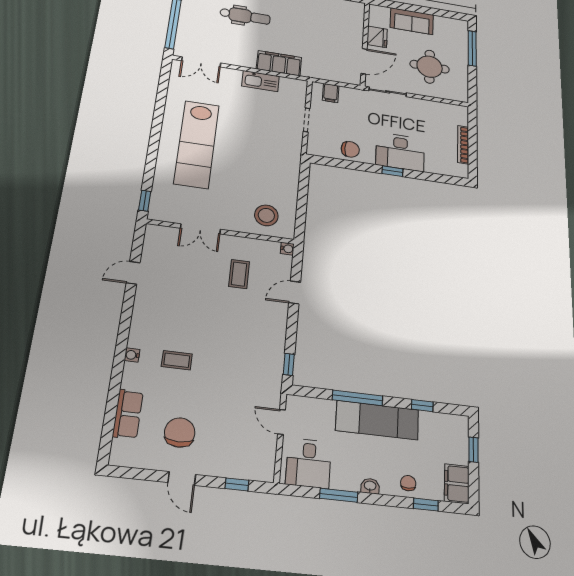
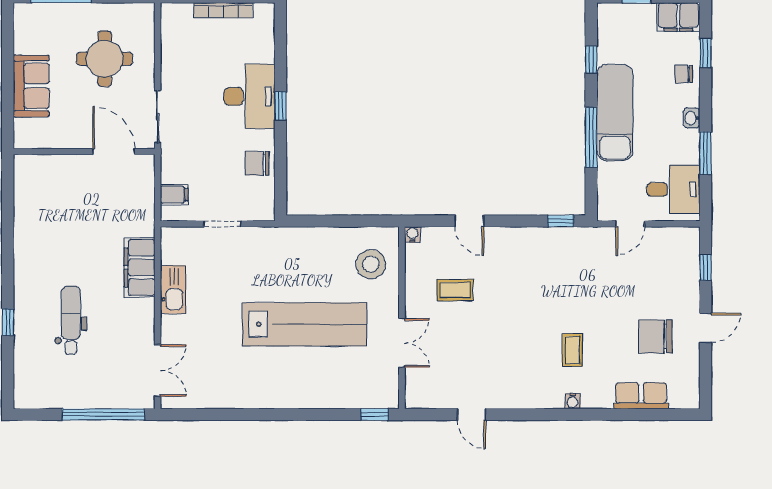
fridge: (377, 37) -> (69, 135), removed
lab bench: (197, 144) -> (305, 324), moved
chair: (350, 149) -> (257, 163), turned -90

